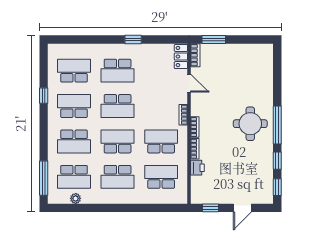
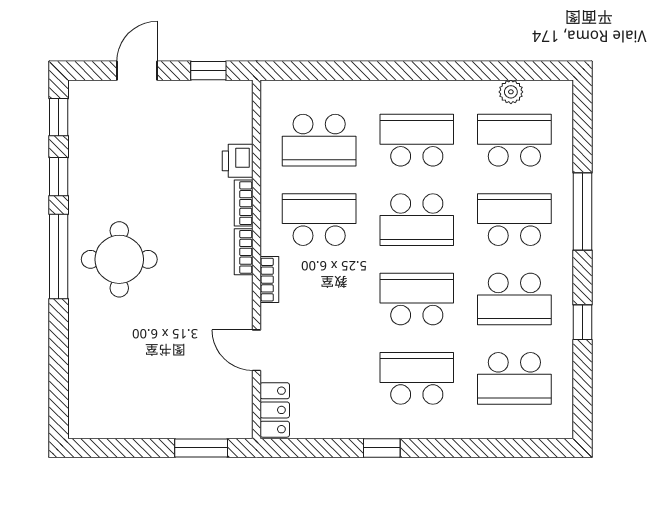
bookcase: (195, 55) -> (242, 413), removed
school desk: (161, 141) -> (319, 220), turned 180
window: (44, 178) -> (583, 212), moved

